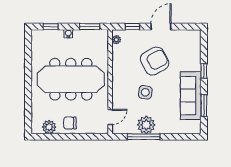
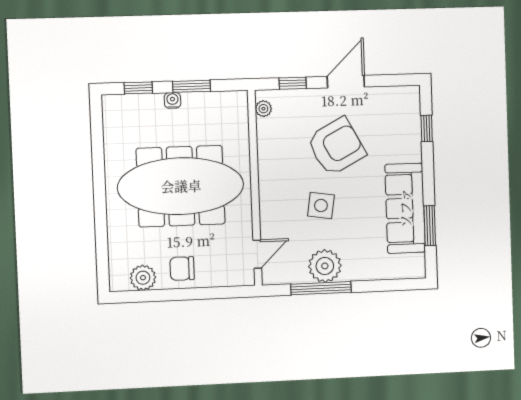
window: (90, 27) -> (191, 86), moved
window: (204, 71) -> (427, 128), moved

